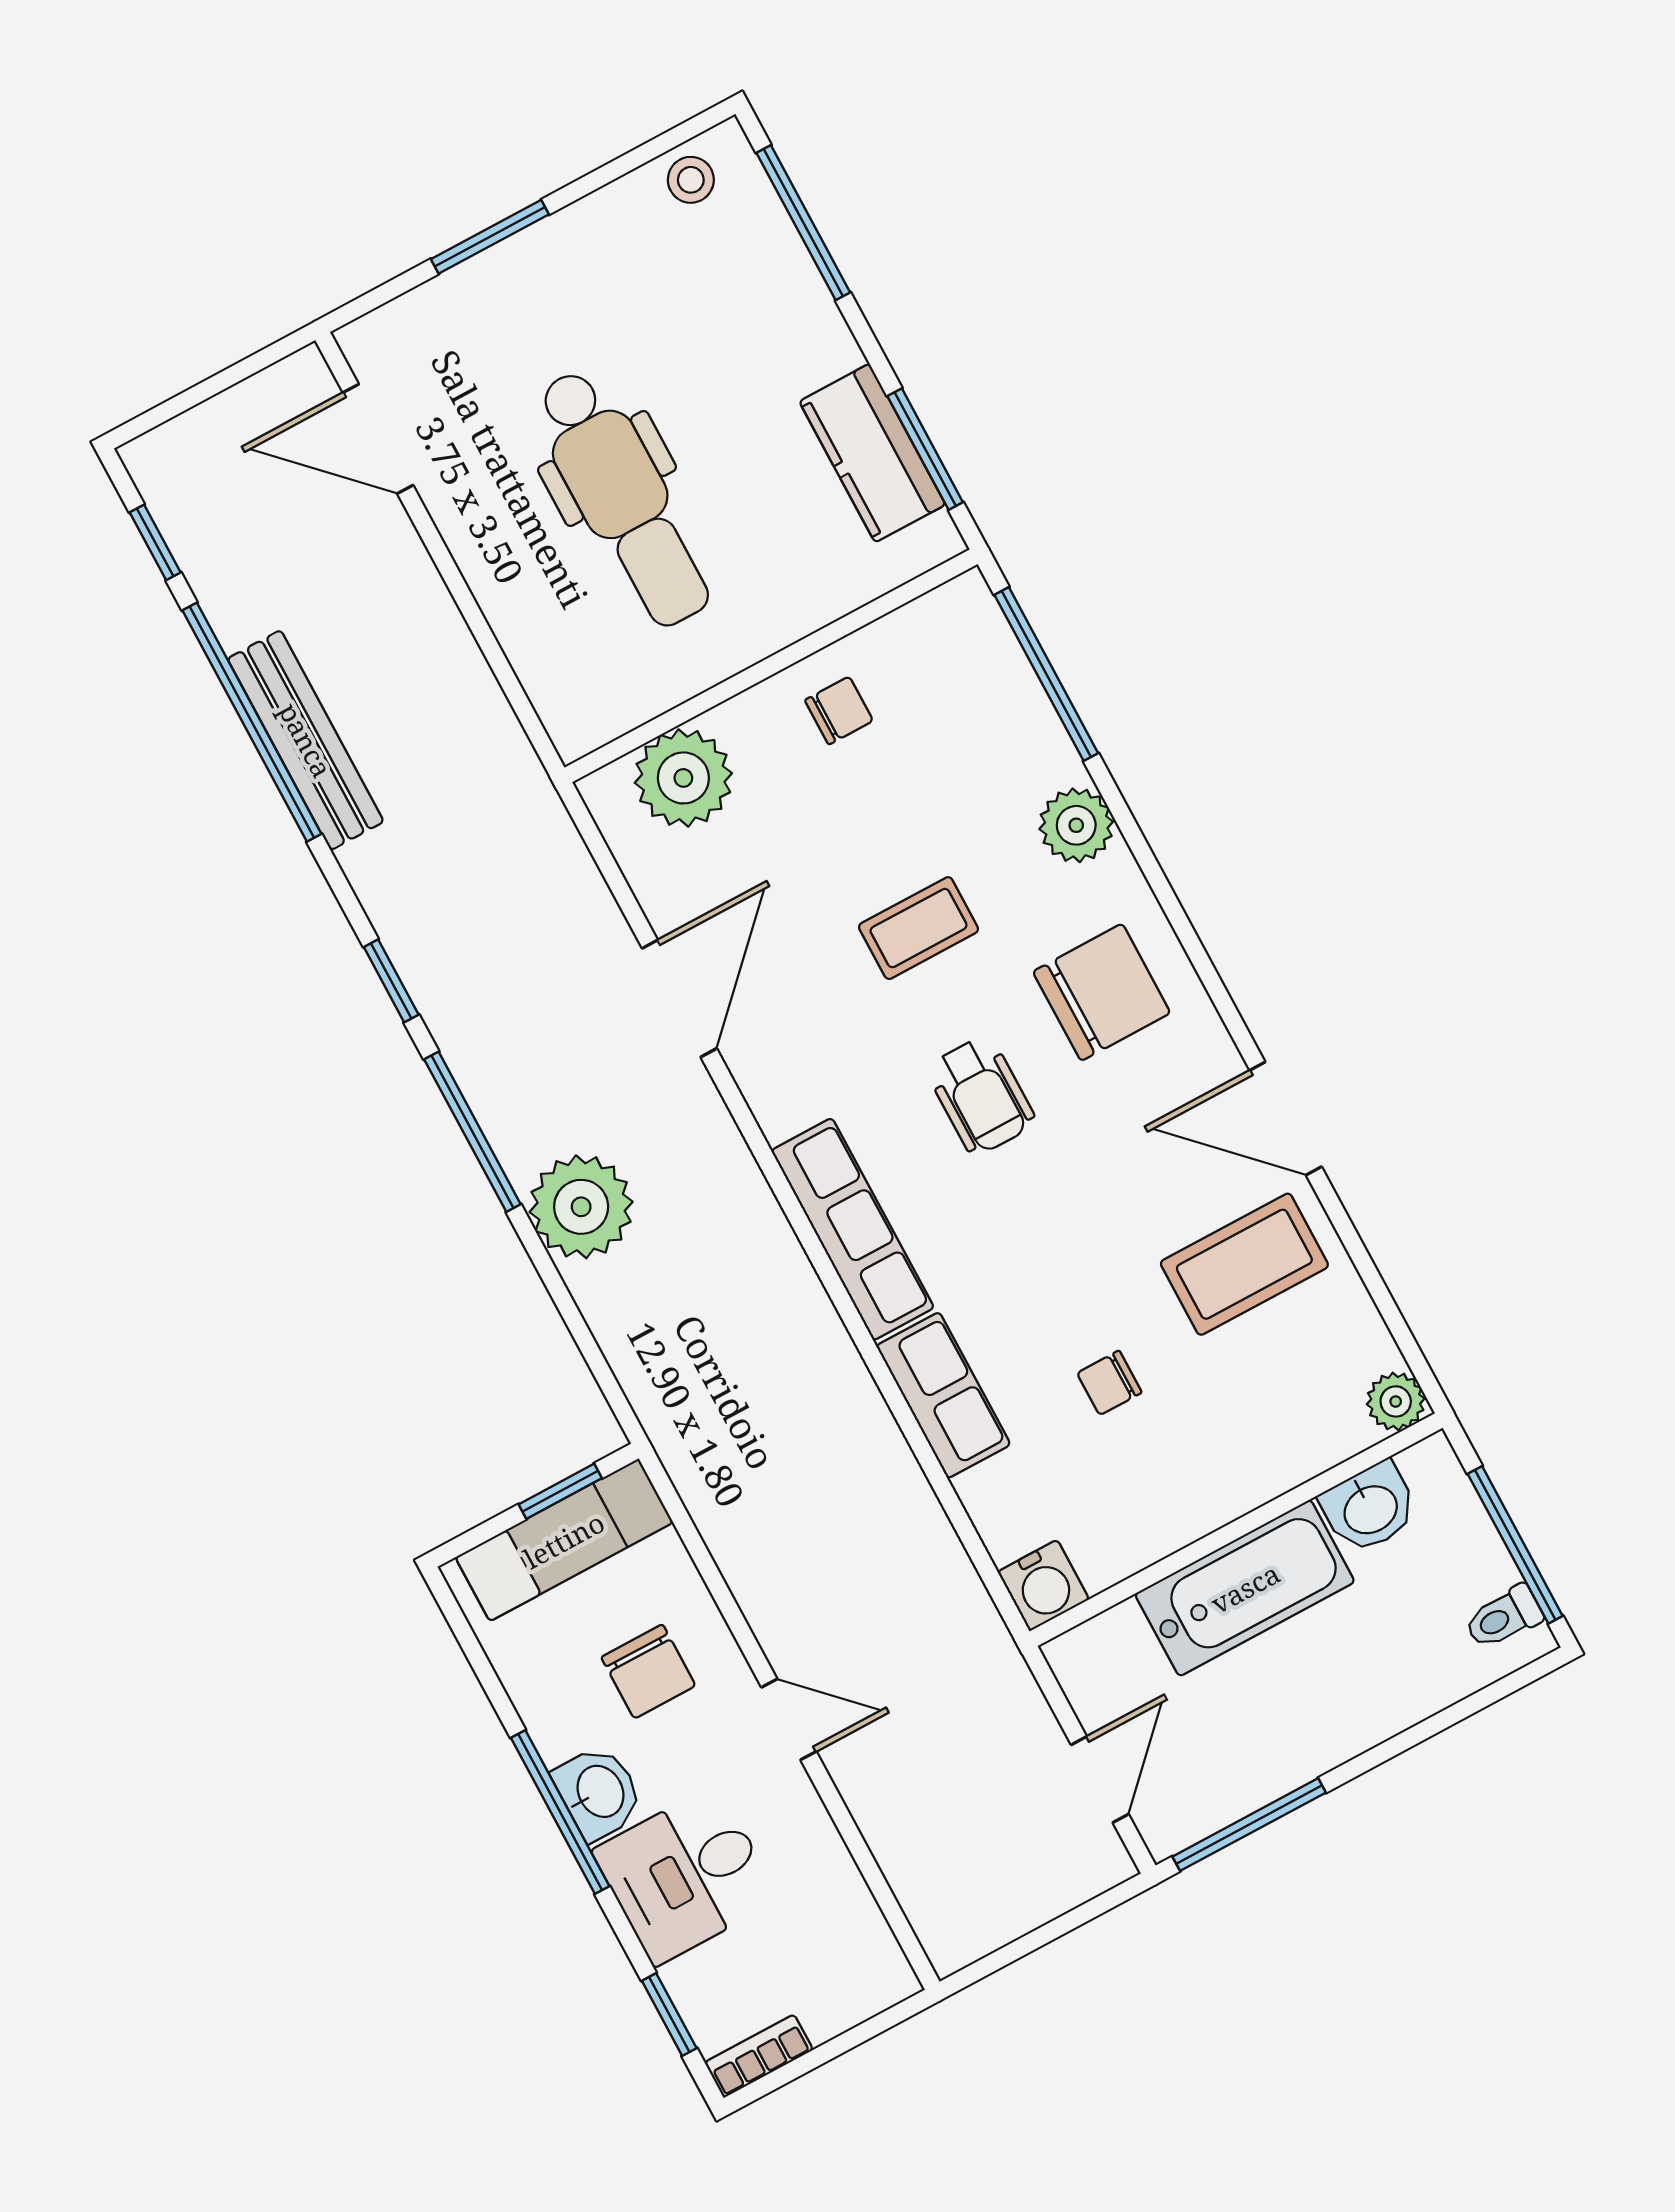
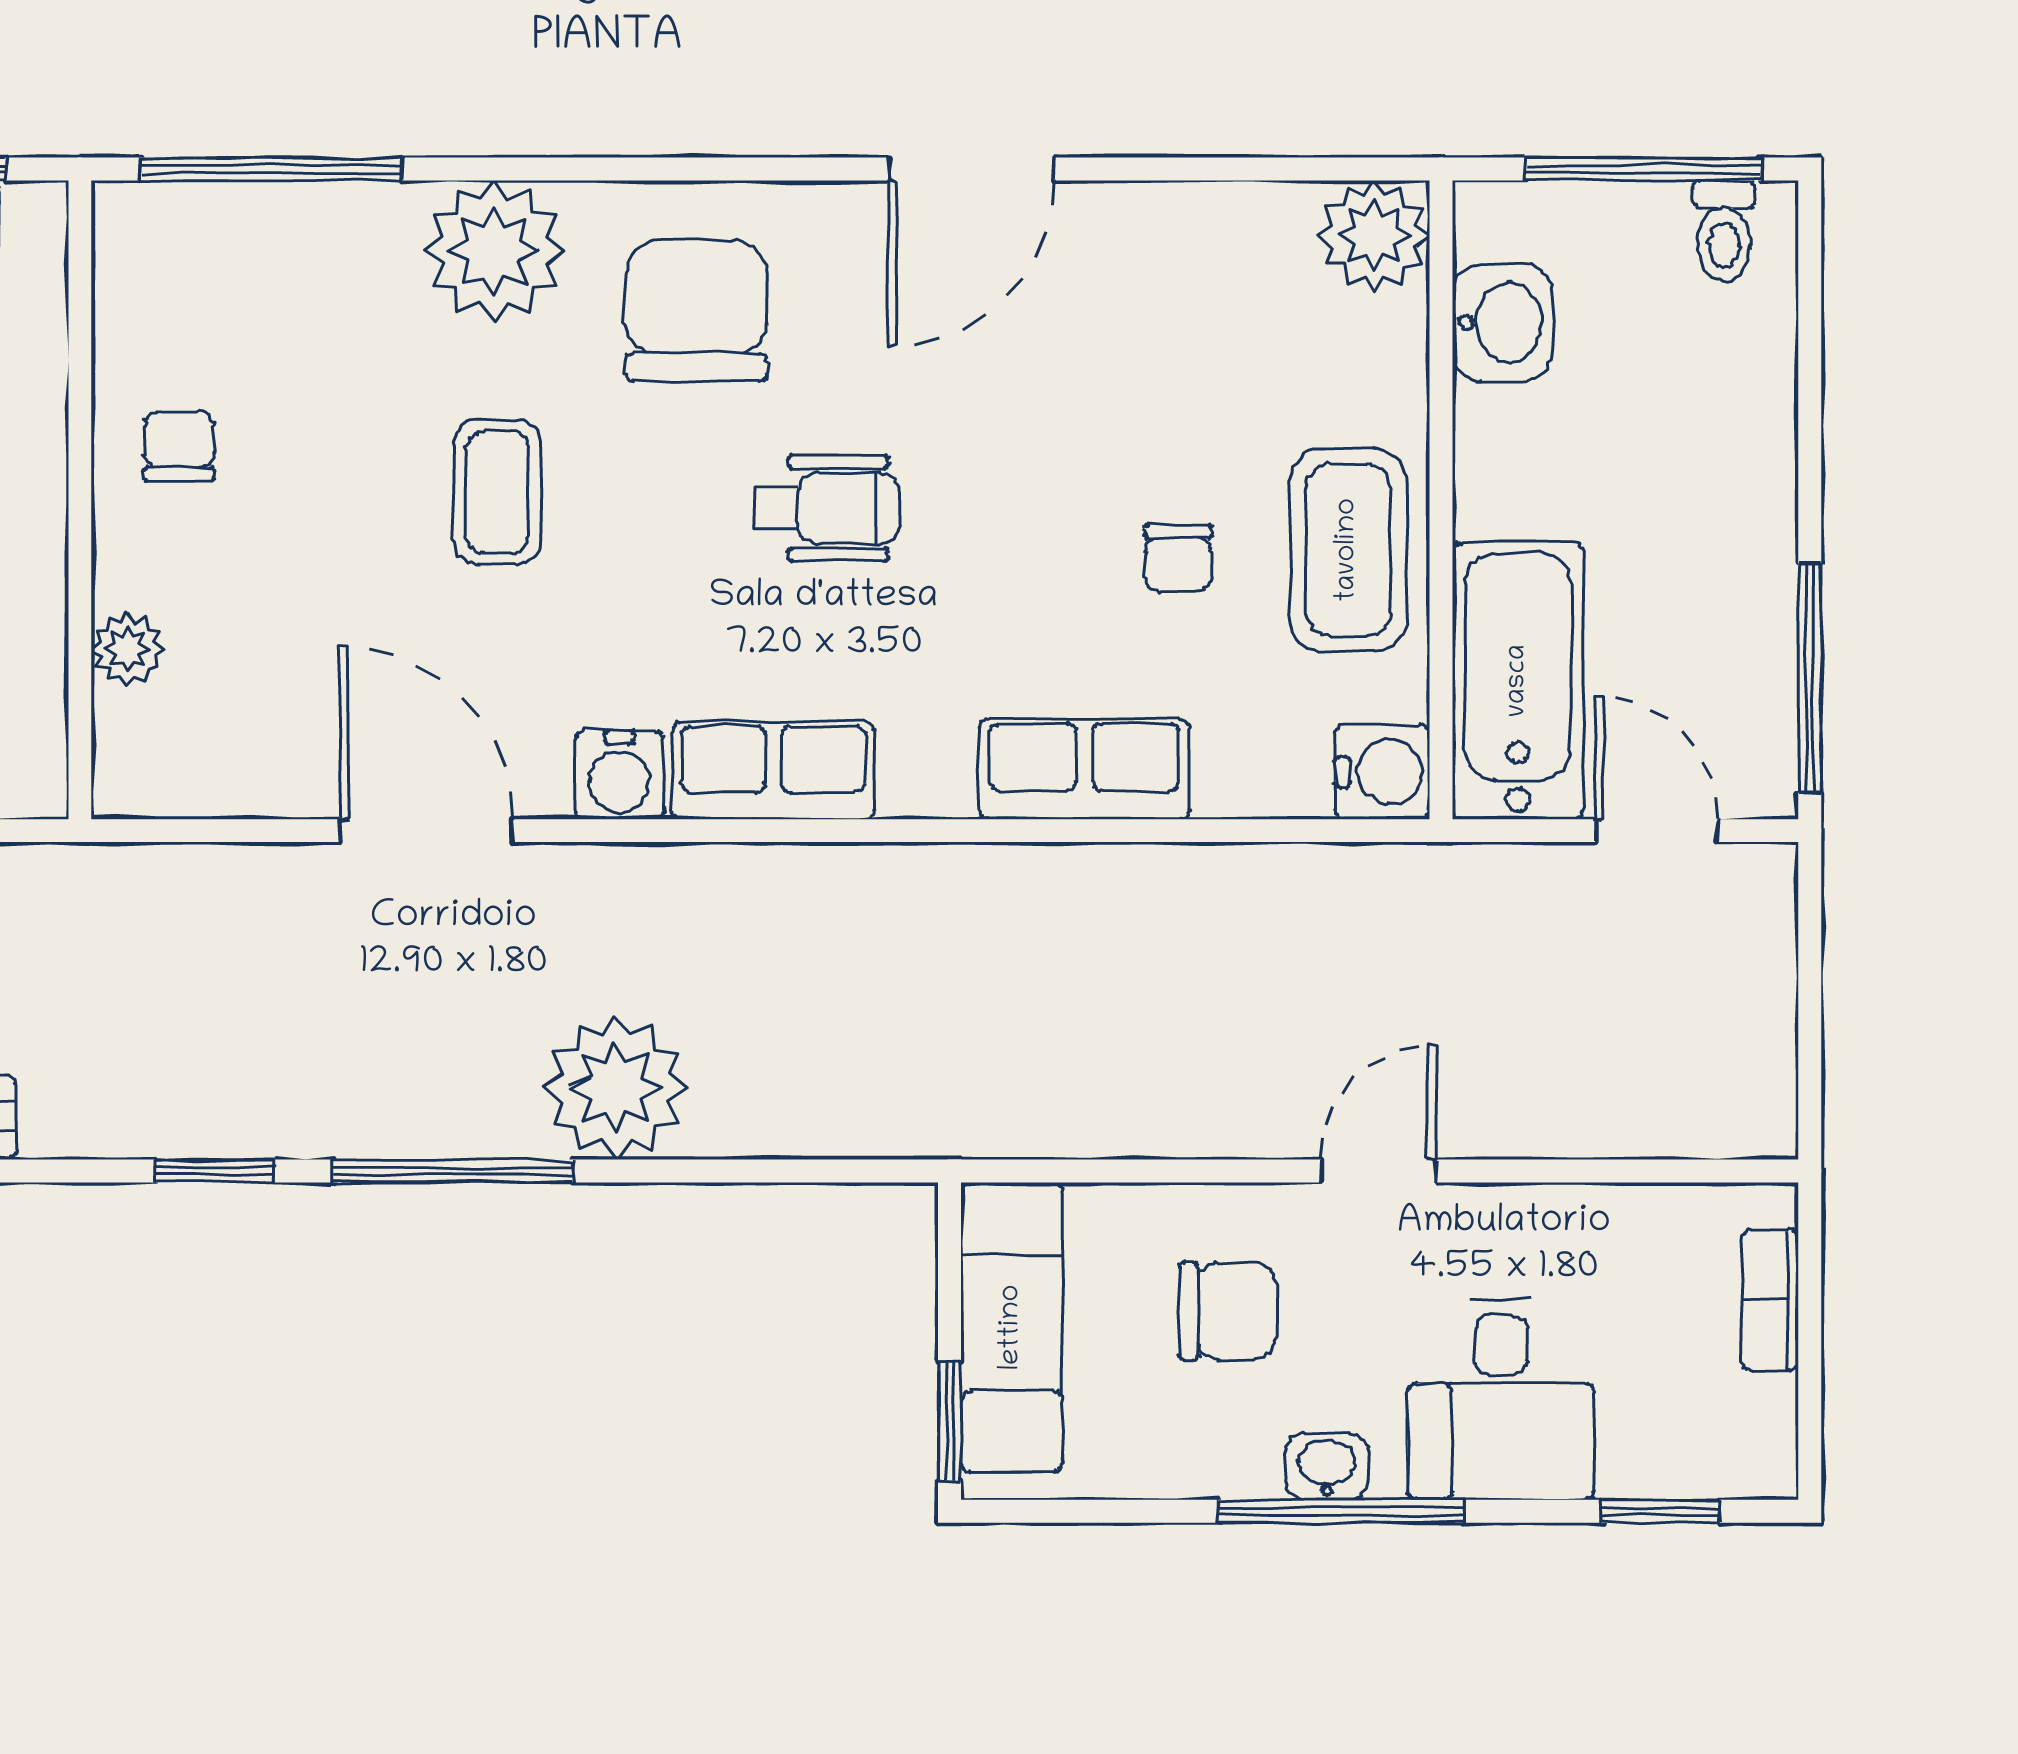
plant: (683, 778) -> (128, 649), width x0.53, depth x0.53
plant: (1076, 825) -> (494, 251), width x1.36, depth x1.36
wheelchair: (981, 1095) -> (827, 508), moved
water cooler: (781, 1102) -> (619, 775), added
row of seats: (853, 1229) -> (773, 771), width x0.68
coffee table: (1244, 1264) -> (1348, 550), moved
plant: (1396, 1401) -> (1374, 236), width x1.38, depth x1.38
window: (560, 1491) -> (950, 1421), moved
bathtub: (1245, 1588) -> (1518, 681), moved
washbasin: (599, 1792) -> (1327, 1466), width x0.72, depth x0.69
bookcase: (759, 2056) -> (1770, 1300), moved

